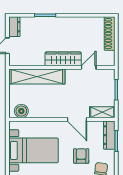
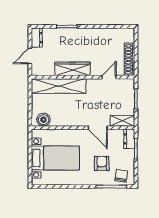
shoe rack: (110, 34) -> (129, 59), moved
wardrobe: (63, 59) -> (72, 69), moved
dresser: (109, 135) -> (129, 139), width x0.70

